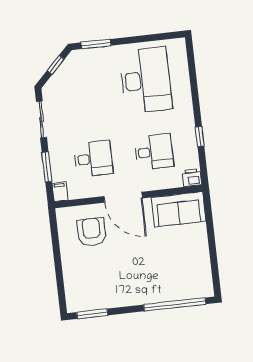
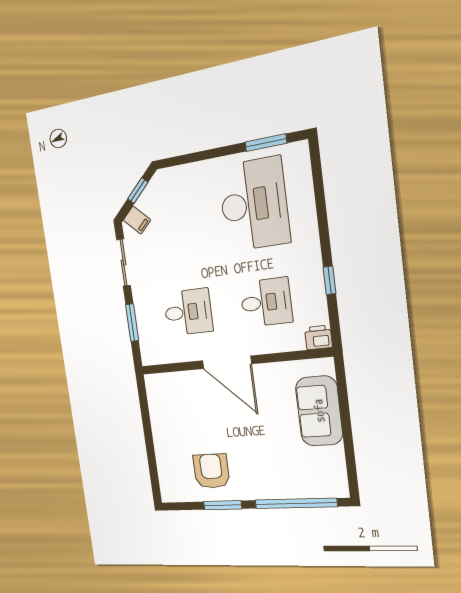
window: (96, 44) -> (266, 143), moved
filing cabinet: (60, 192) -> (137, 220), moved, turned 135
sofa: (178, 209) -> (319, 411), moved, turned 90
armchair: (92, 232) -> (211, 471), moved
window: (92, 314) -> (223, 505), moved

